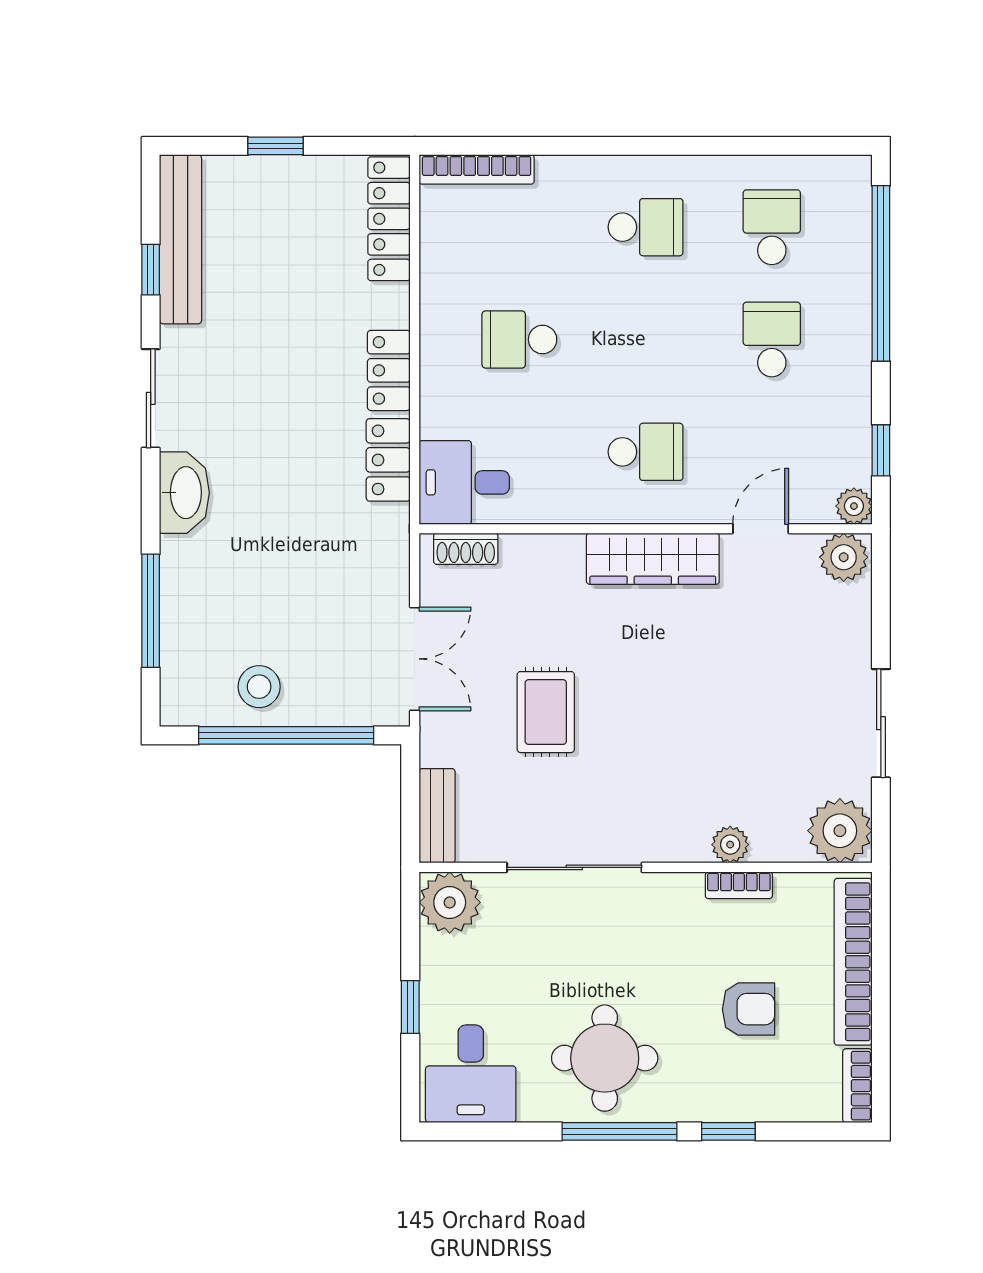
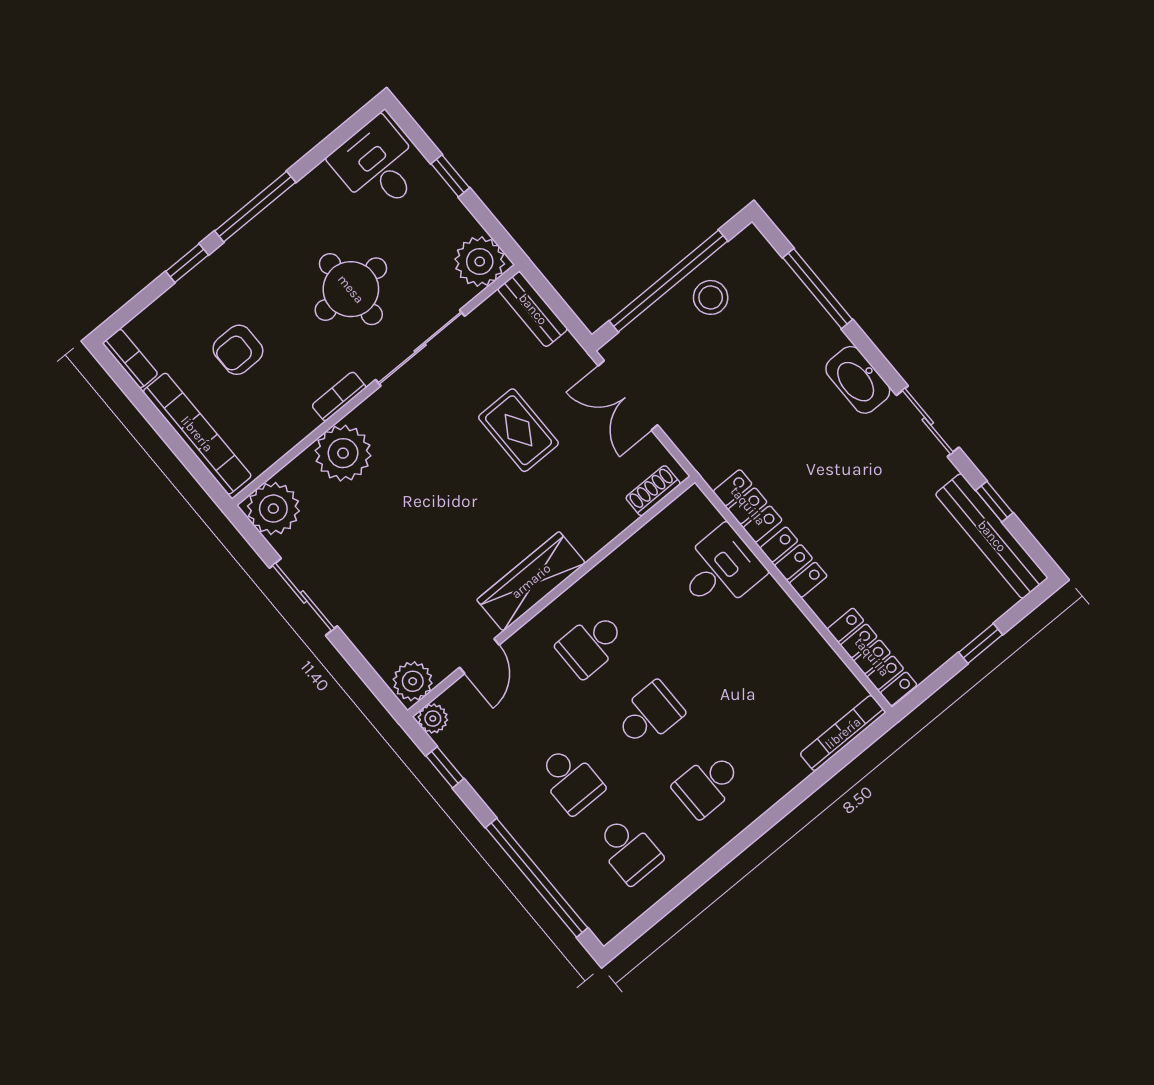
school desk: (519, 340) -> (649, 715), moved
desk: (464, 482) -> (720, 569), moved
plant: (730, 845) -> (343, 453), width x1.88, depth x1.88
bookcase: (739, 885) -> (339, 396), moved
round table: (605, 1058) -> (351, 289), moved

